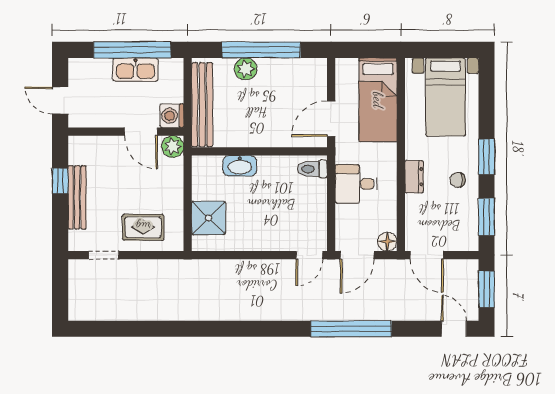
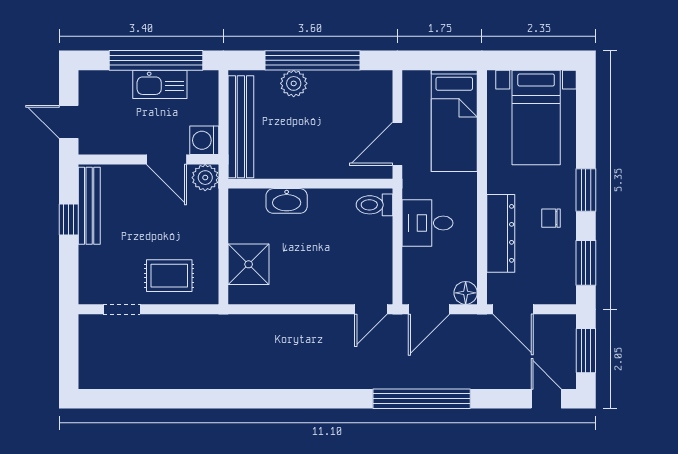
dresser: (414, 177) -> (501, 233), width x1.96, depth x1.24
bench: (77, 197) -> (89, 206), moved

